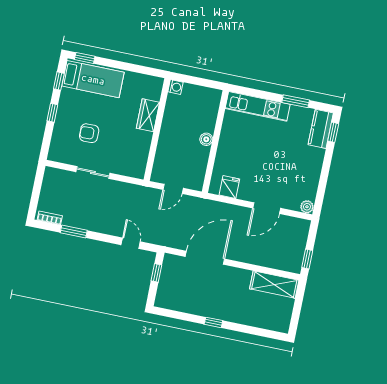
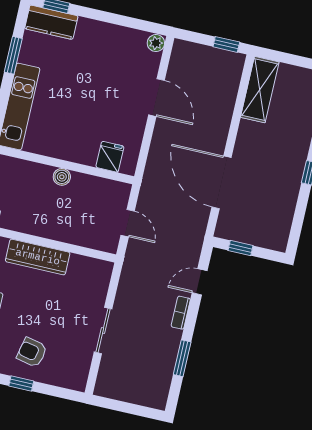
wardrobe: (148, 115) -> (38, 257), width x1.50
armchair: (89, 133) -> (32, 352), moved, turned 103
fridge: (229, 187) -> (110, 157), moved, turned 90
bookcase: (50, 218) -> (181, 313), moved

